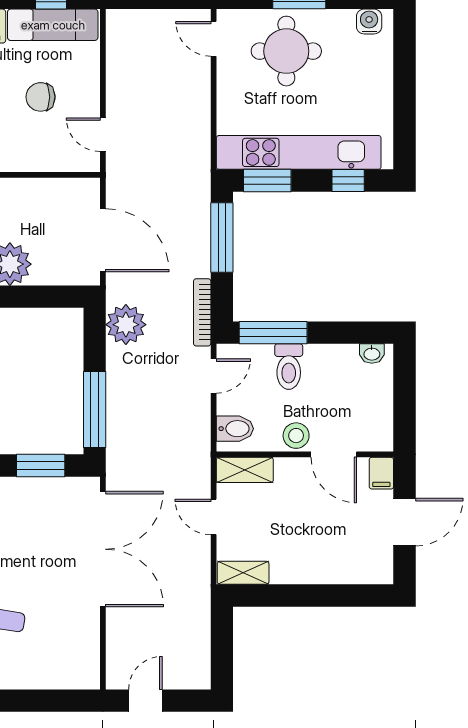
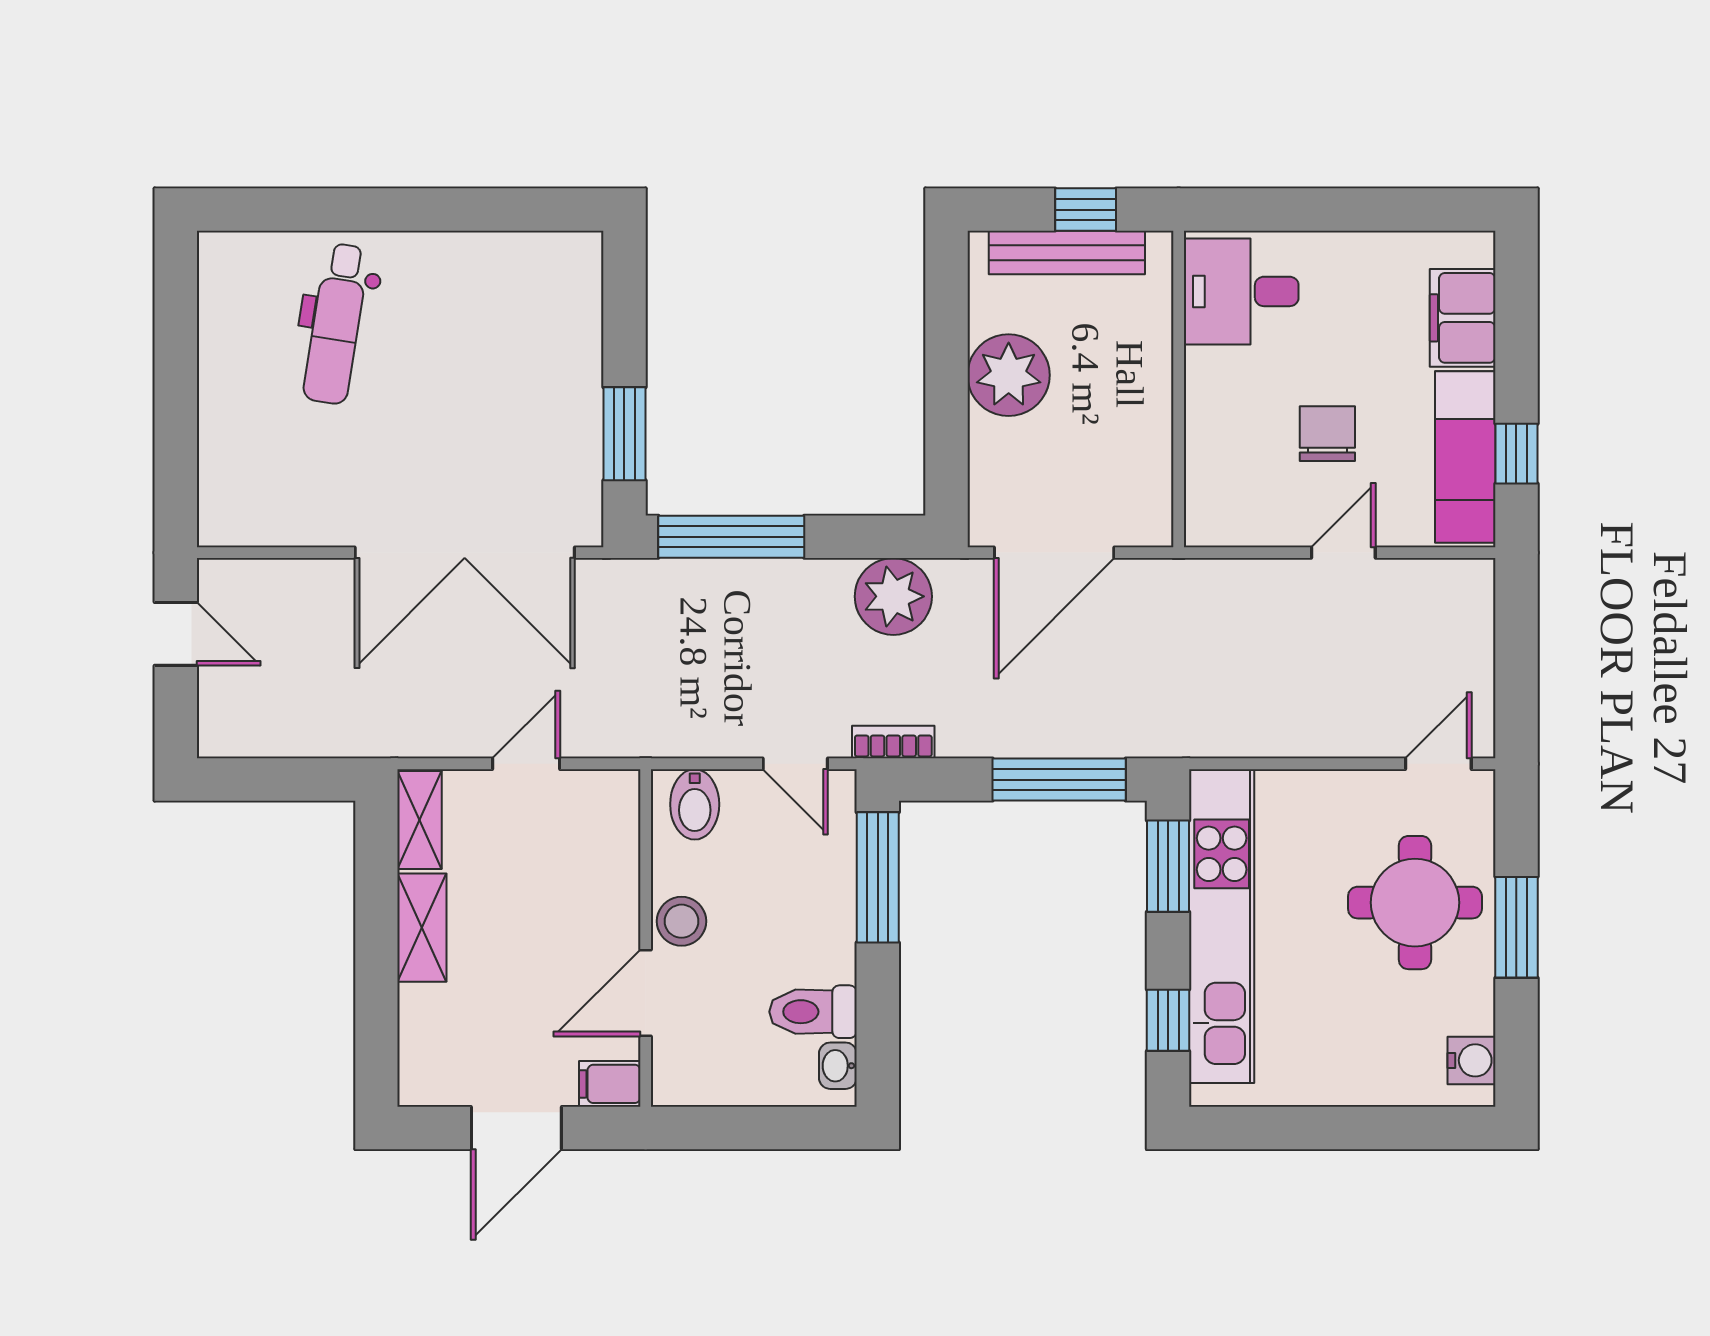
door: (103, 135) -> (1343, 553), moved
bookcase: (202, 312) -> (893, 742), width x0.64
toilet: (289, 367) -> (813, 1012), moved
shelving: (245, 470) -> (422, 928), moved
door: (404, 522) -> (516, 1128), hinge flipped

